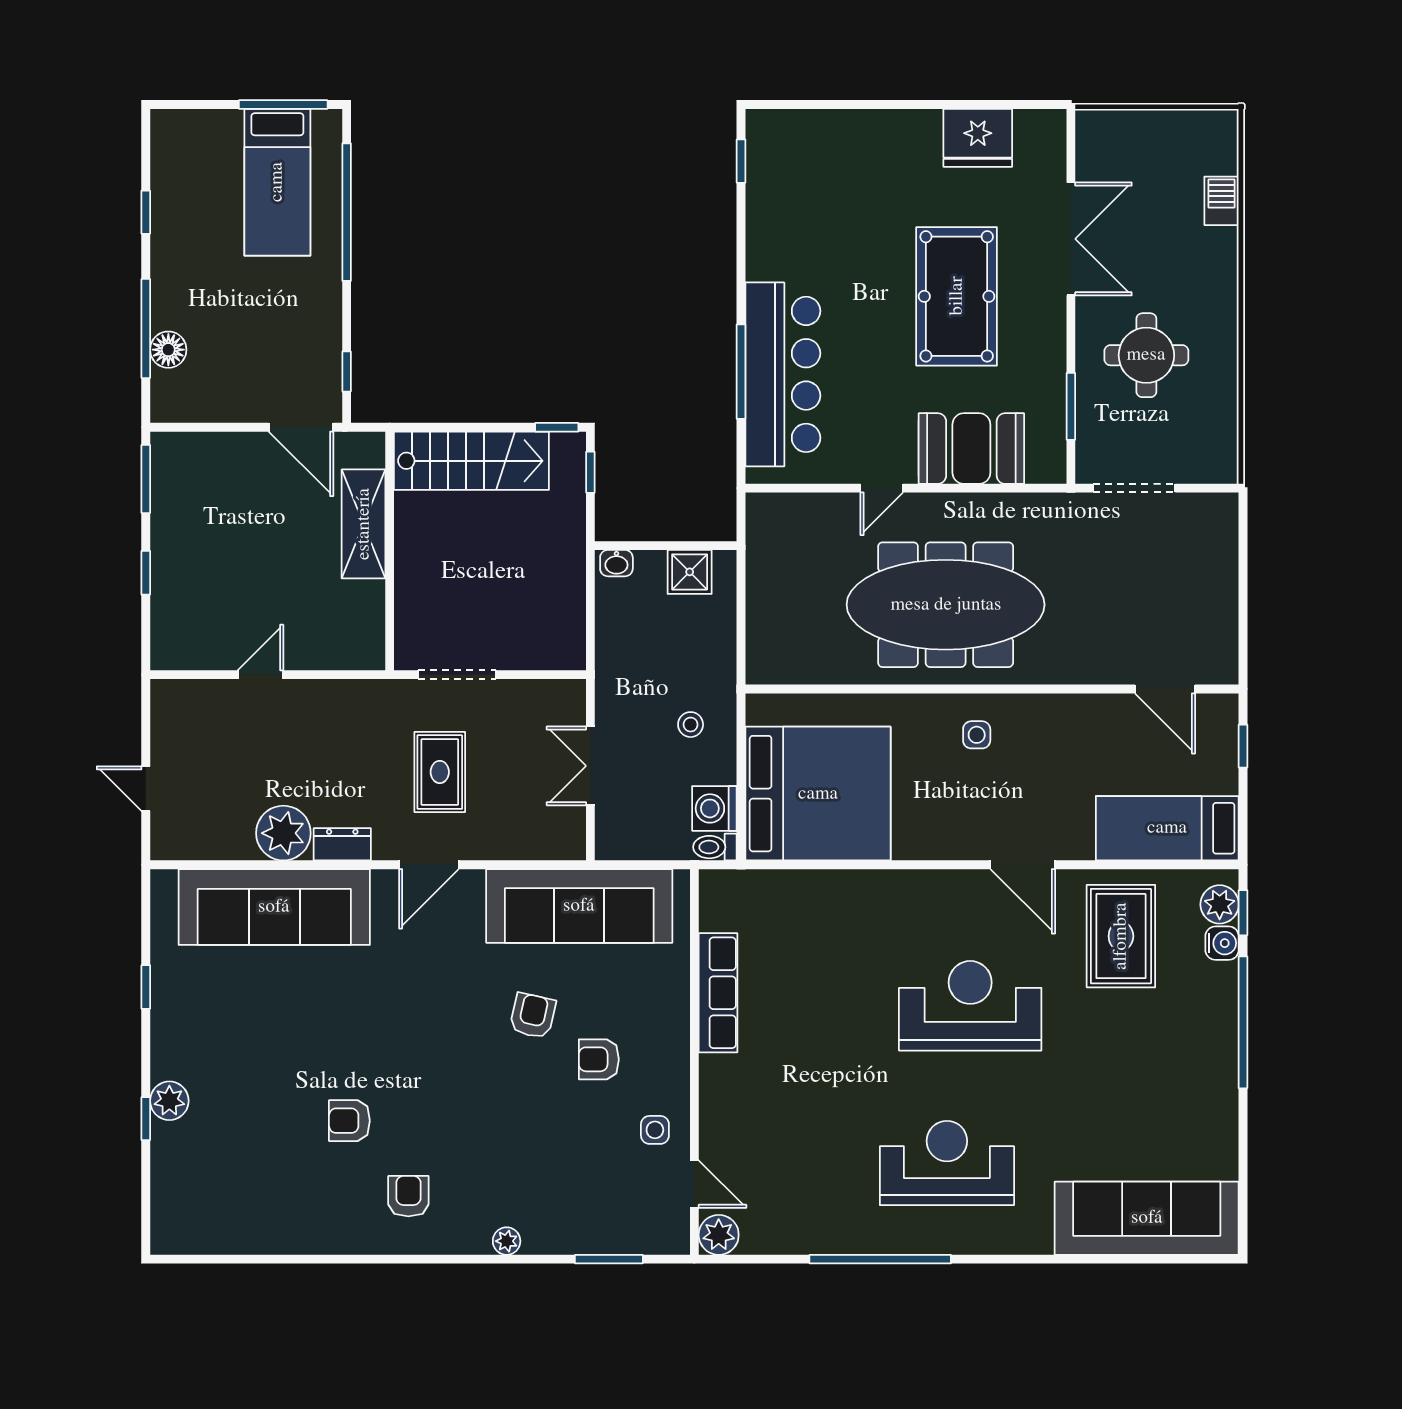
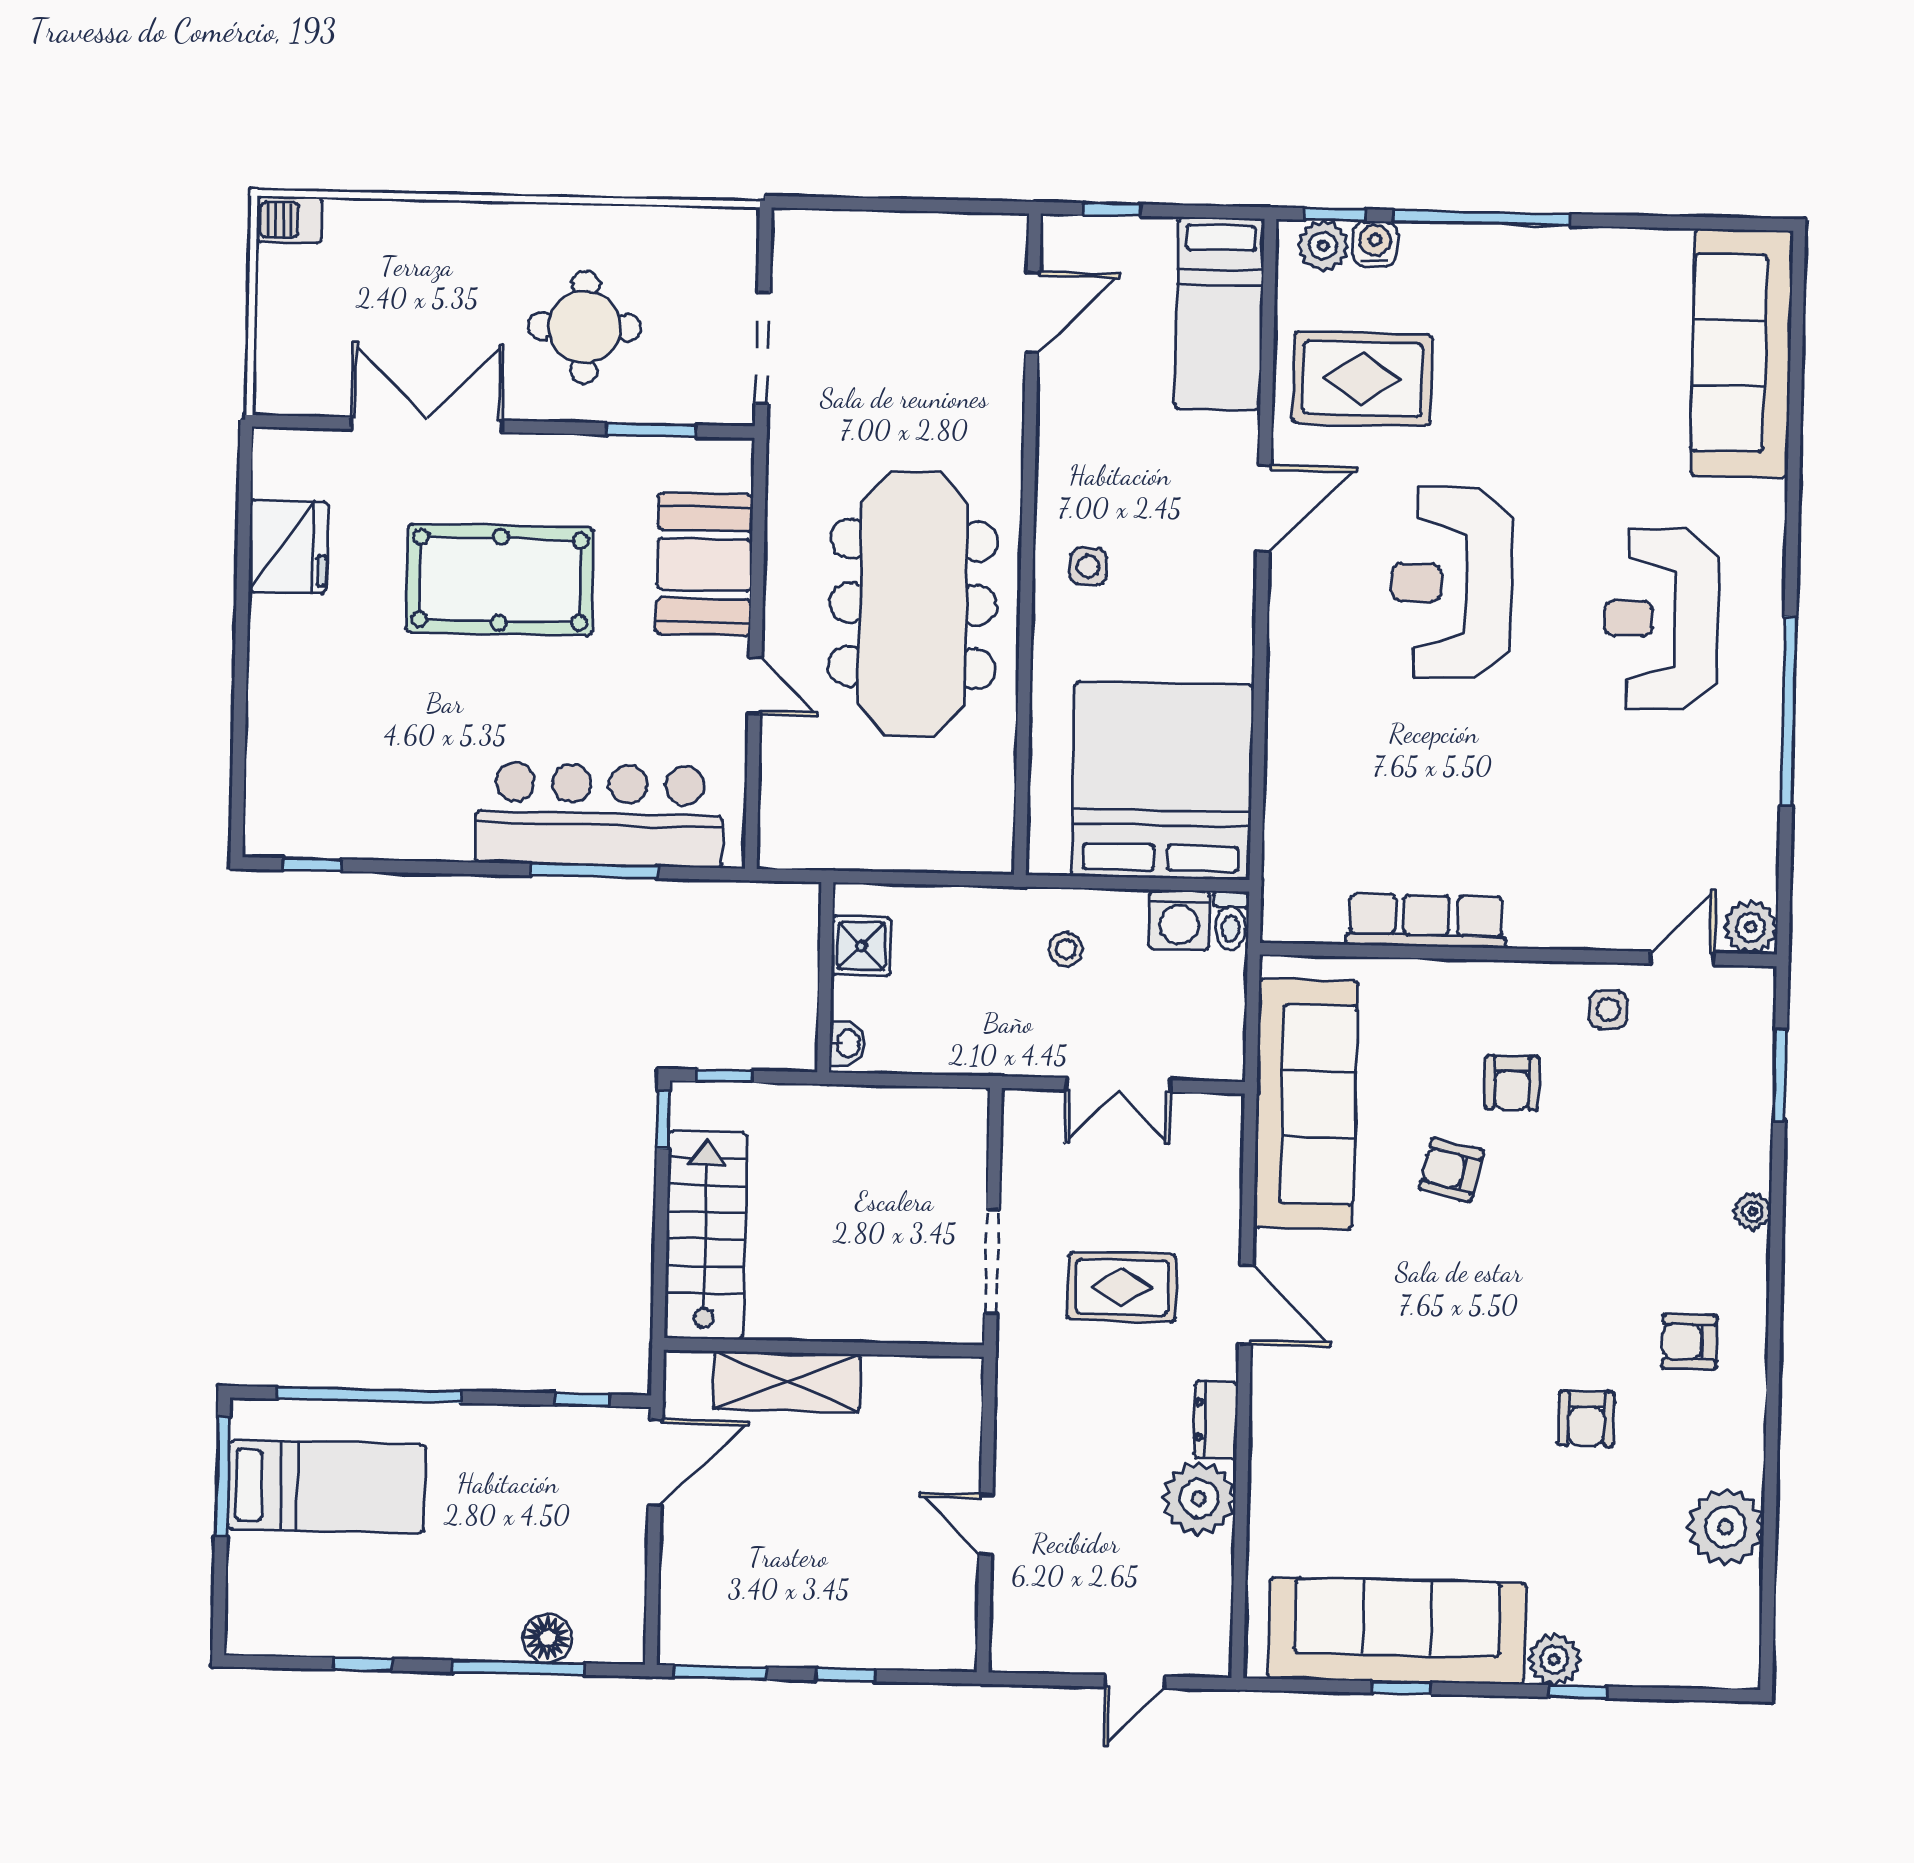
barbecue: (1222, 201) -> (289, 220), moved
sofa: (274, 907) -> (1397, 1631), moved, turned -90
plant: (271, 1226) -> (1726, 1527), added

